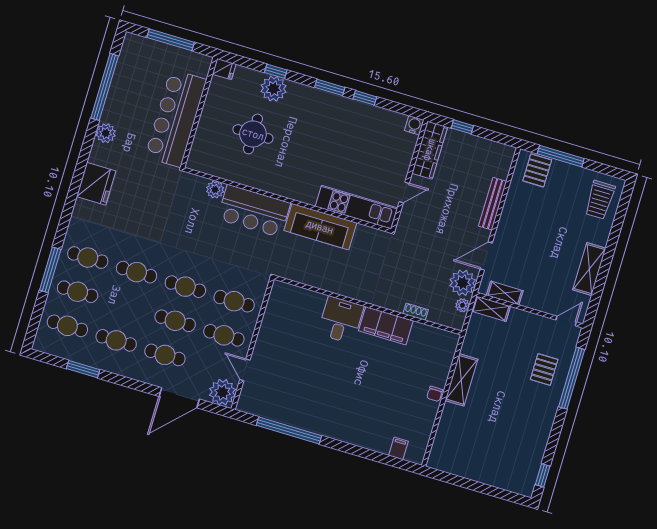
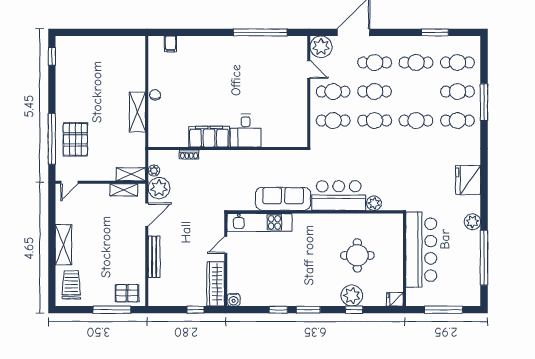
pallet: (537, 170) -> (127, 293), turned 90
shelving: (589, 269) -> (63, 245), moved
pallet: (544, 369) -> (75, 139), width x1.50, depth x1.42

